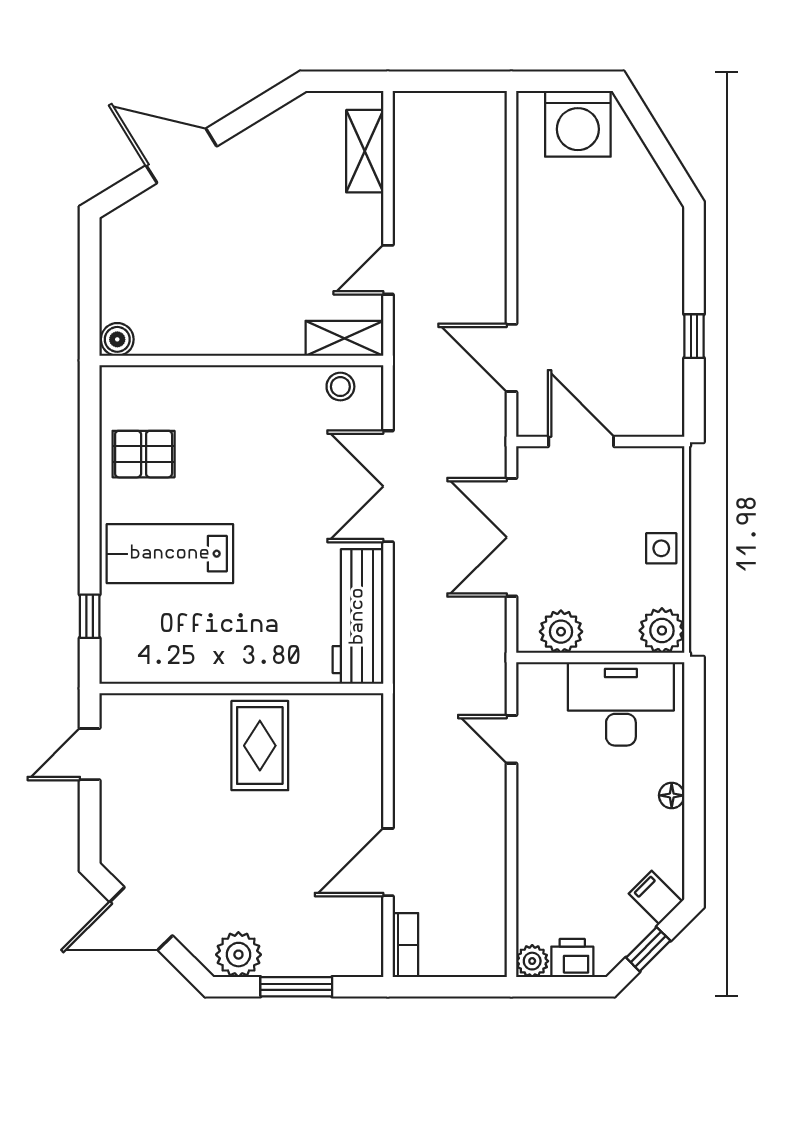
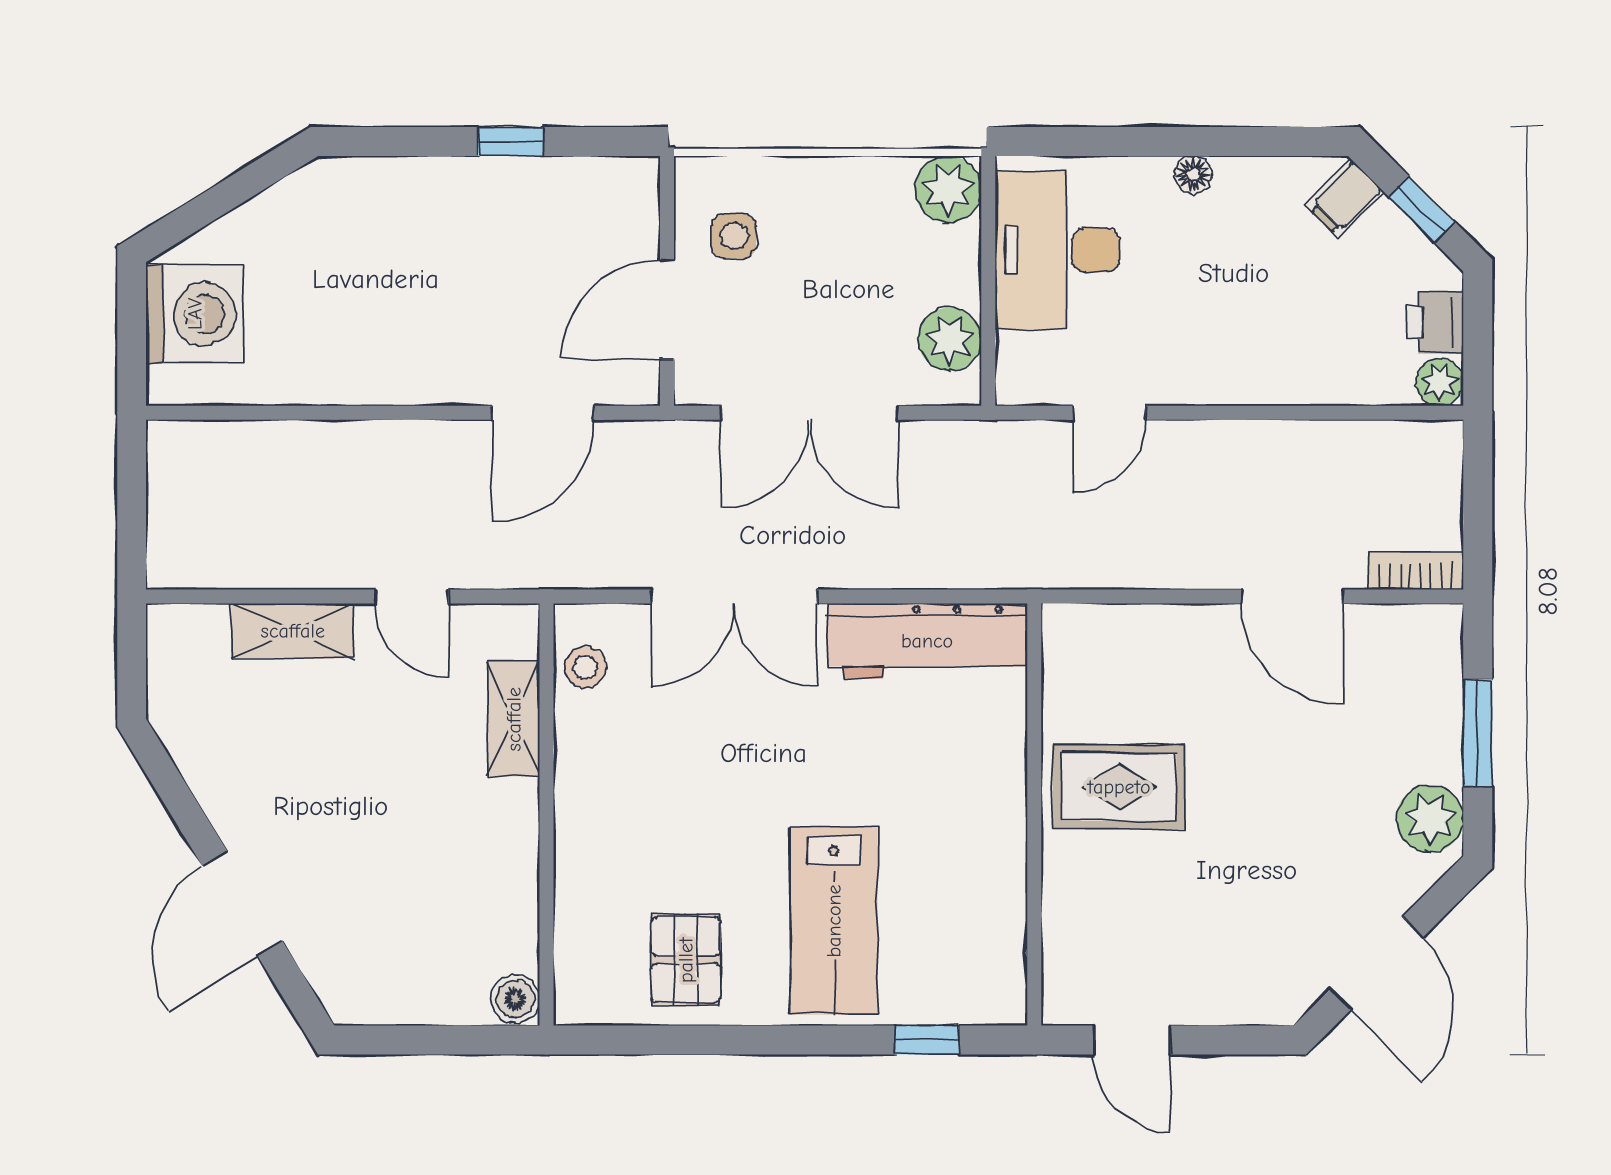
shelving: (365, 151) -> (293, 631), moved
shelving: (344, 338) -> (514, 719), moved
side table: (661, 548) -> (734, 236), moved

